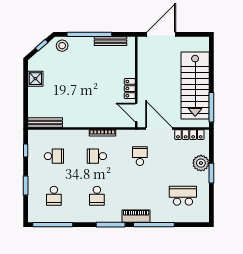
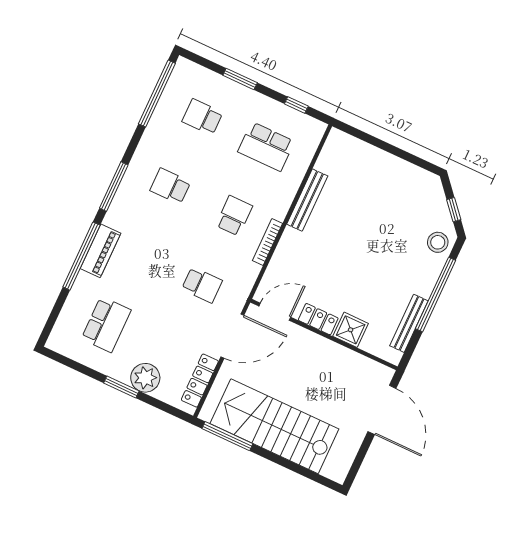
shower: (35, 79) -> (351, 330), moved
bench: (45, 122) -> (307, 200), moved
school desk: (54, 156) -> (266, 147), width x1.85
piano: (136, 216) -> (100, 251), moved

